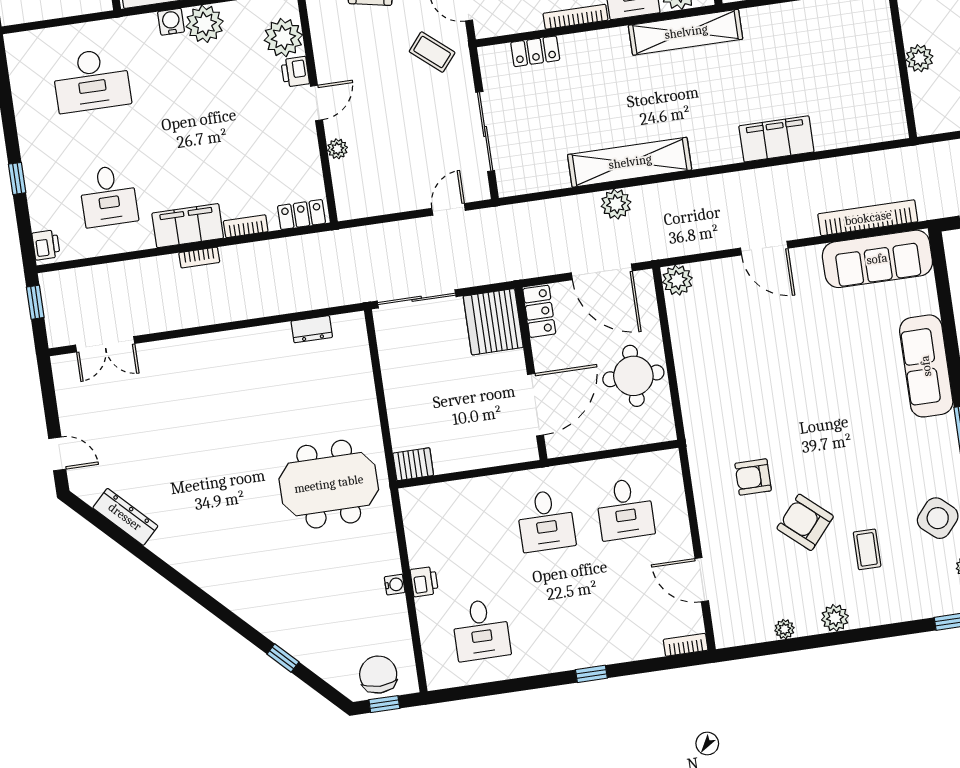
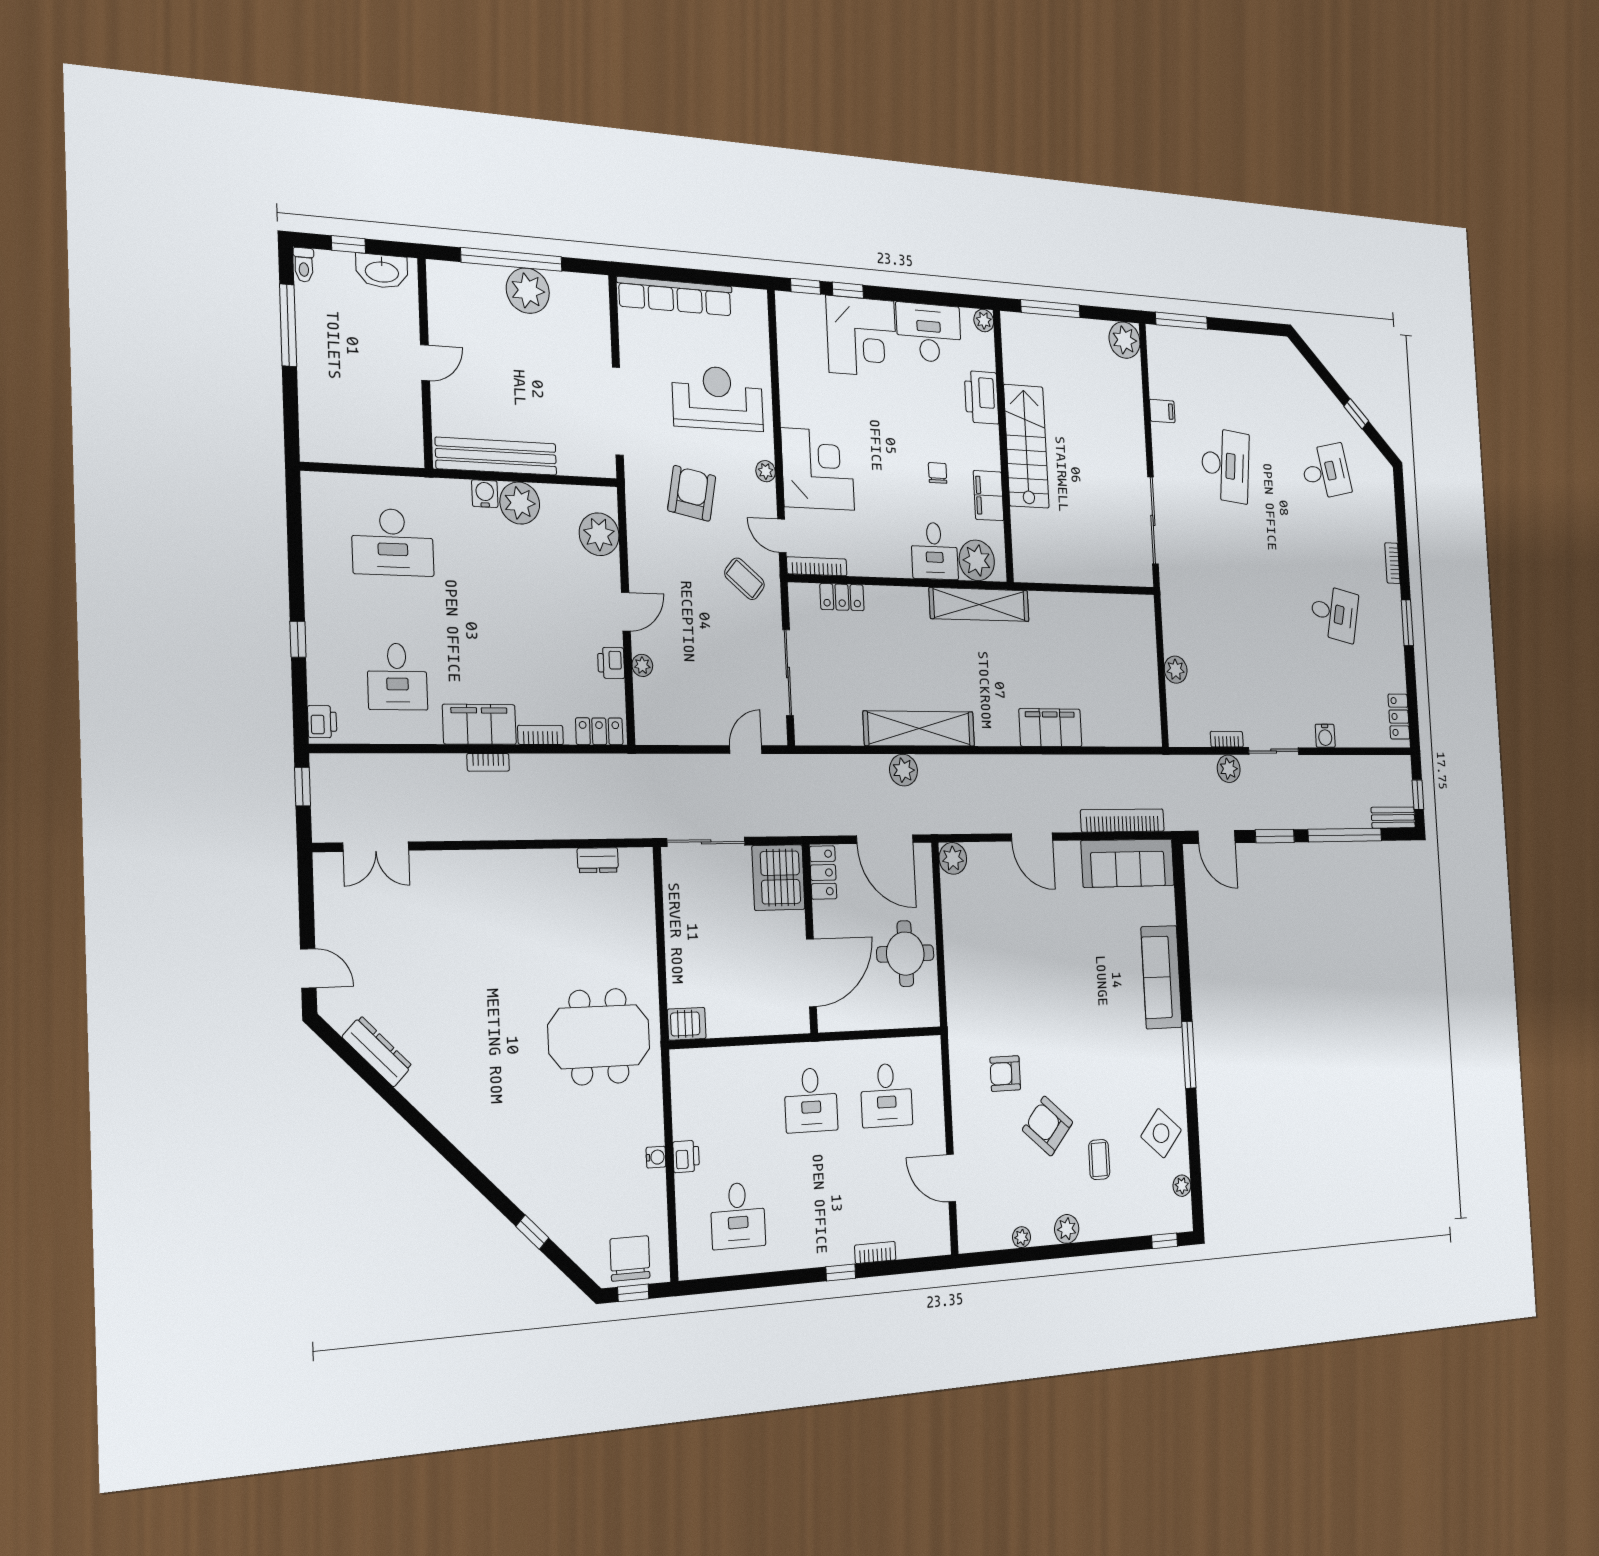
bookcase: (575, 17) -> (817, 566), moved
printer: (295, 72) -> (611, 663), moved
bookcase: (686, 645) -> (875, 1252), moved

